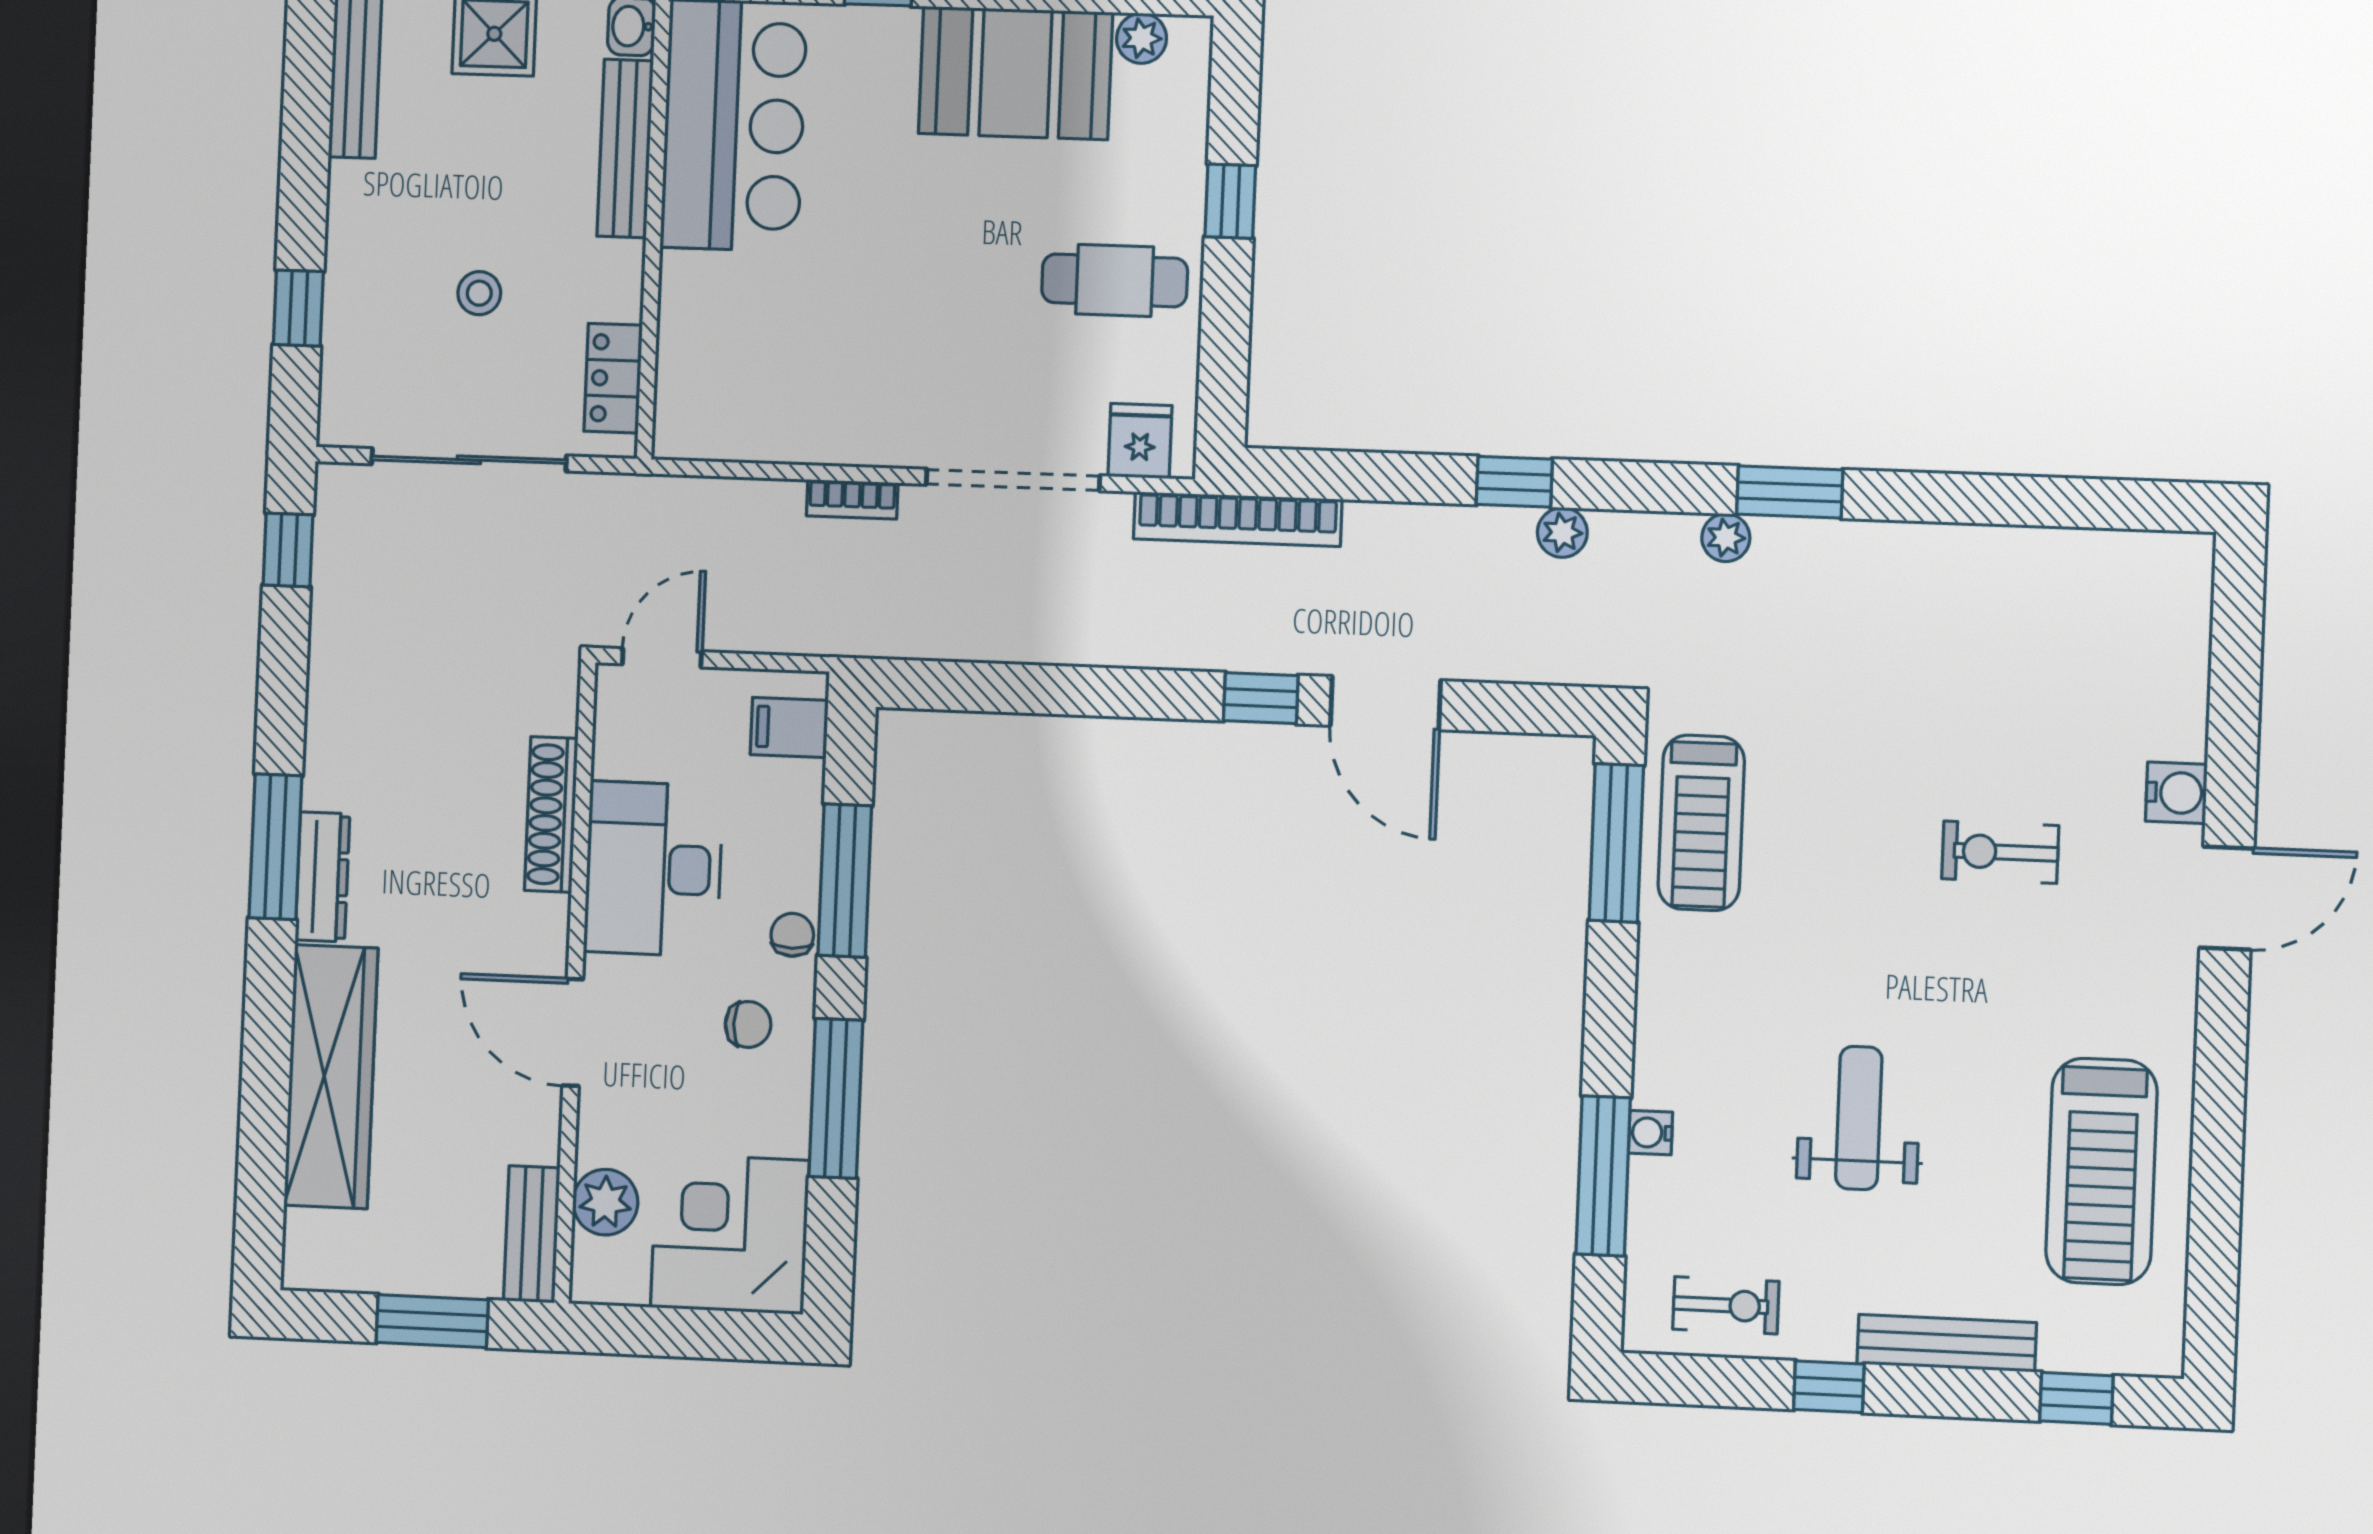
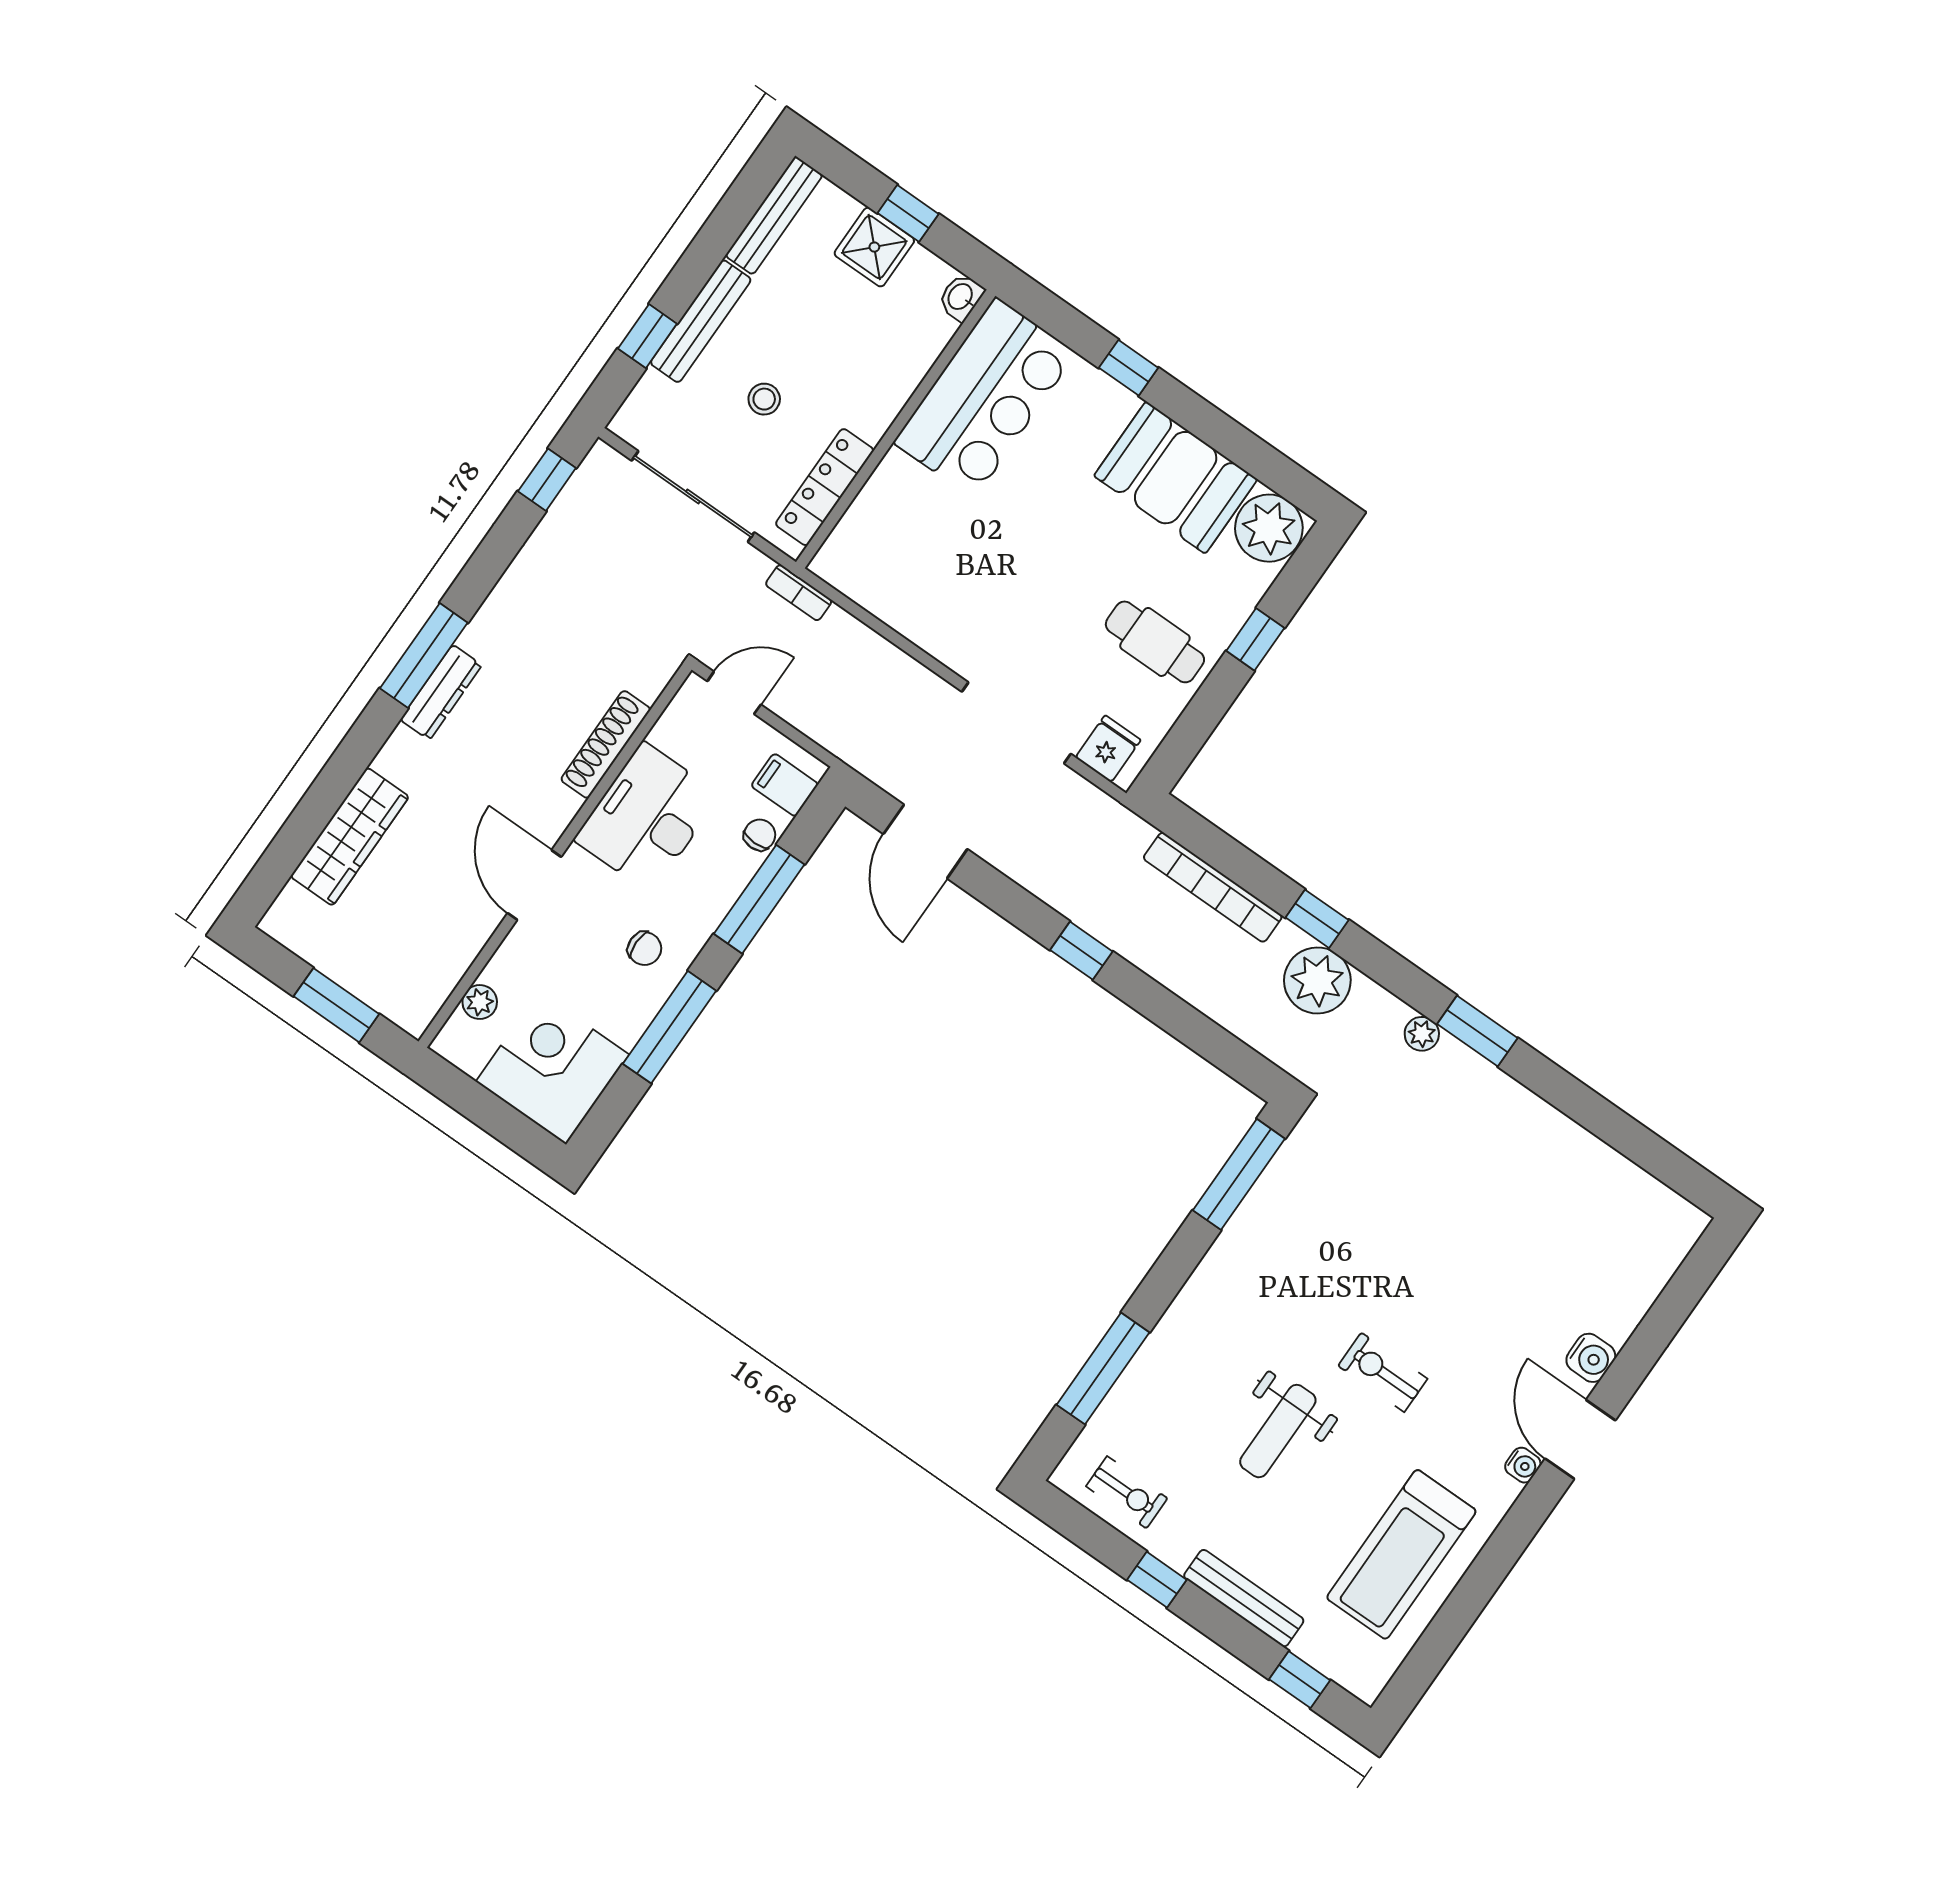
plant: (1142, 38) -> (1269, 528), width x1.87, depth x1.87
bench: (625, 149) -> (701, 321), moved
locker: (613, 378) -> (825, 487), width x1.53
bookcase: (852, 499) -> (799, 593), moved
bookcase: (1238, 519) -> (1213, 887), moved
plant: (1562, 533) -> (1317, 980), width x1.88, depth x1.88
door: (1385, 703) -> (925, 842), moved
treadmill: (1701, 823) -> (1297, 1195), removed
exercise bike: (2000, 852) -> (1383, 1372), moved
door: (2227, 898) -> (1580, 1439), swing flipped
chair: (792, 935) -> (760, 835), moved
wardrobe: (331, 1077) -> (350, 837), width x0.71, depth x0.85
weight bench: (1859, 1118) -> (1278, 1431), turned 180
water cooler: (1651, 1133) -> (1523, 1465), moved, turned 180
plant: (605, 1202) -> (480, 1002), width x0.73, depth x0.73
bench: (532, 1234) -> (431, 991), removed

